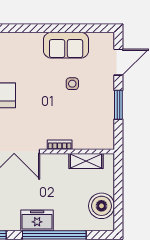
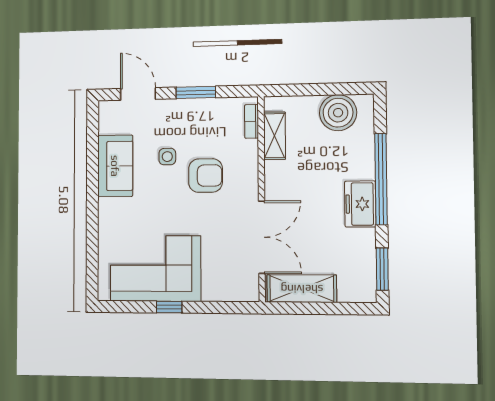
armchair: (58, 111) -> (206, 176), added
bookcase: (60, 145) -> (252, 121), moved

